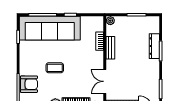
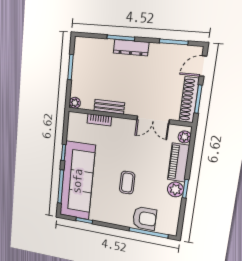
dresser: (154, 46) -> (131, 48), moved
armchair: (29, 84) -> (144, 218), turned 90

